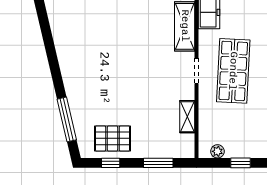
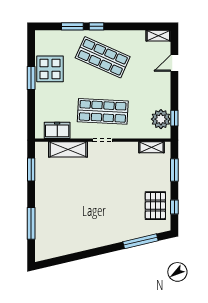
shelving: (187, 117) -> (152, 147), moved
plant: (217, 151) -> (161, 119), width x1.88, depth x1.88
window: (241, 163) -> (174, 118), moved

